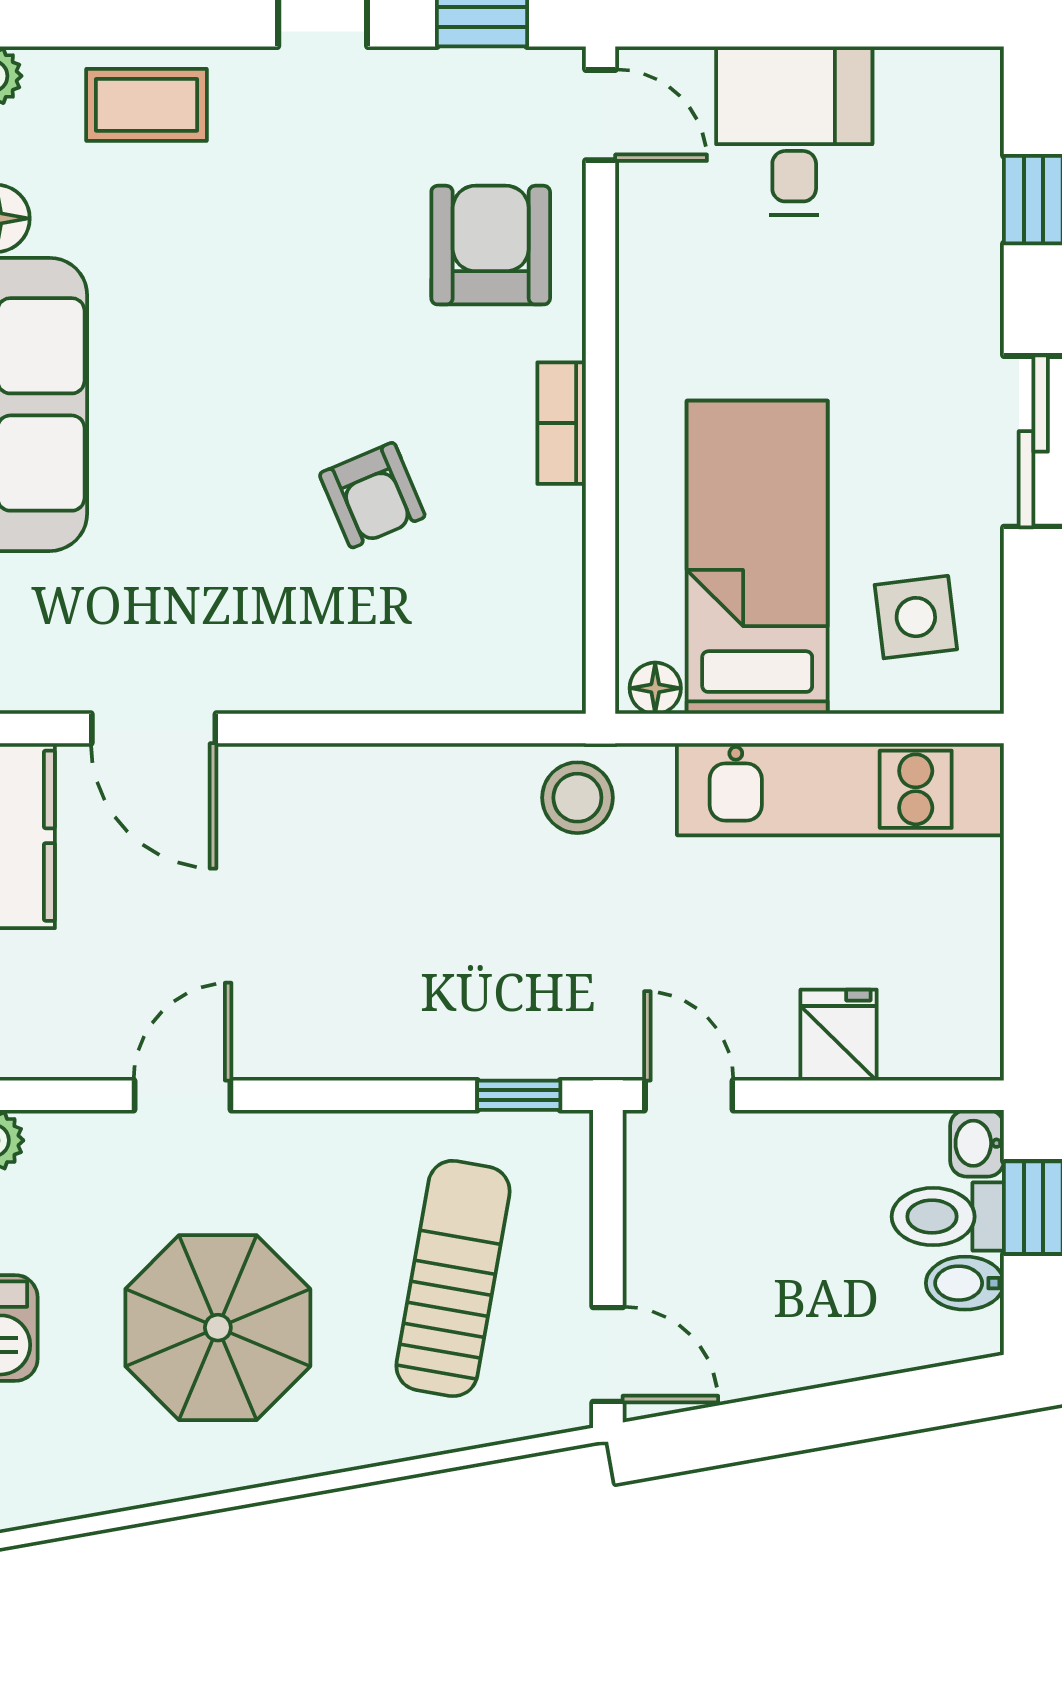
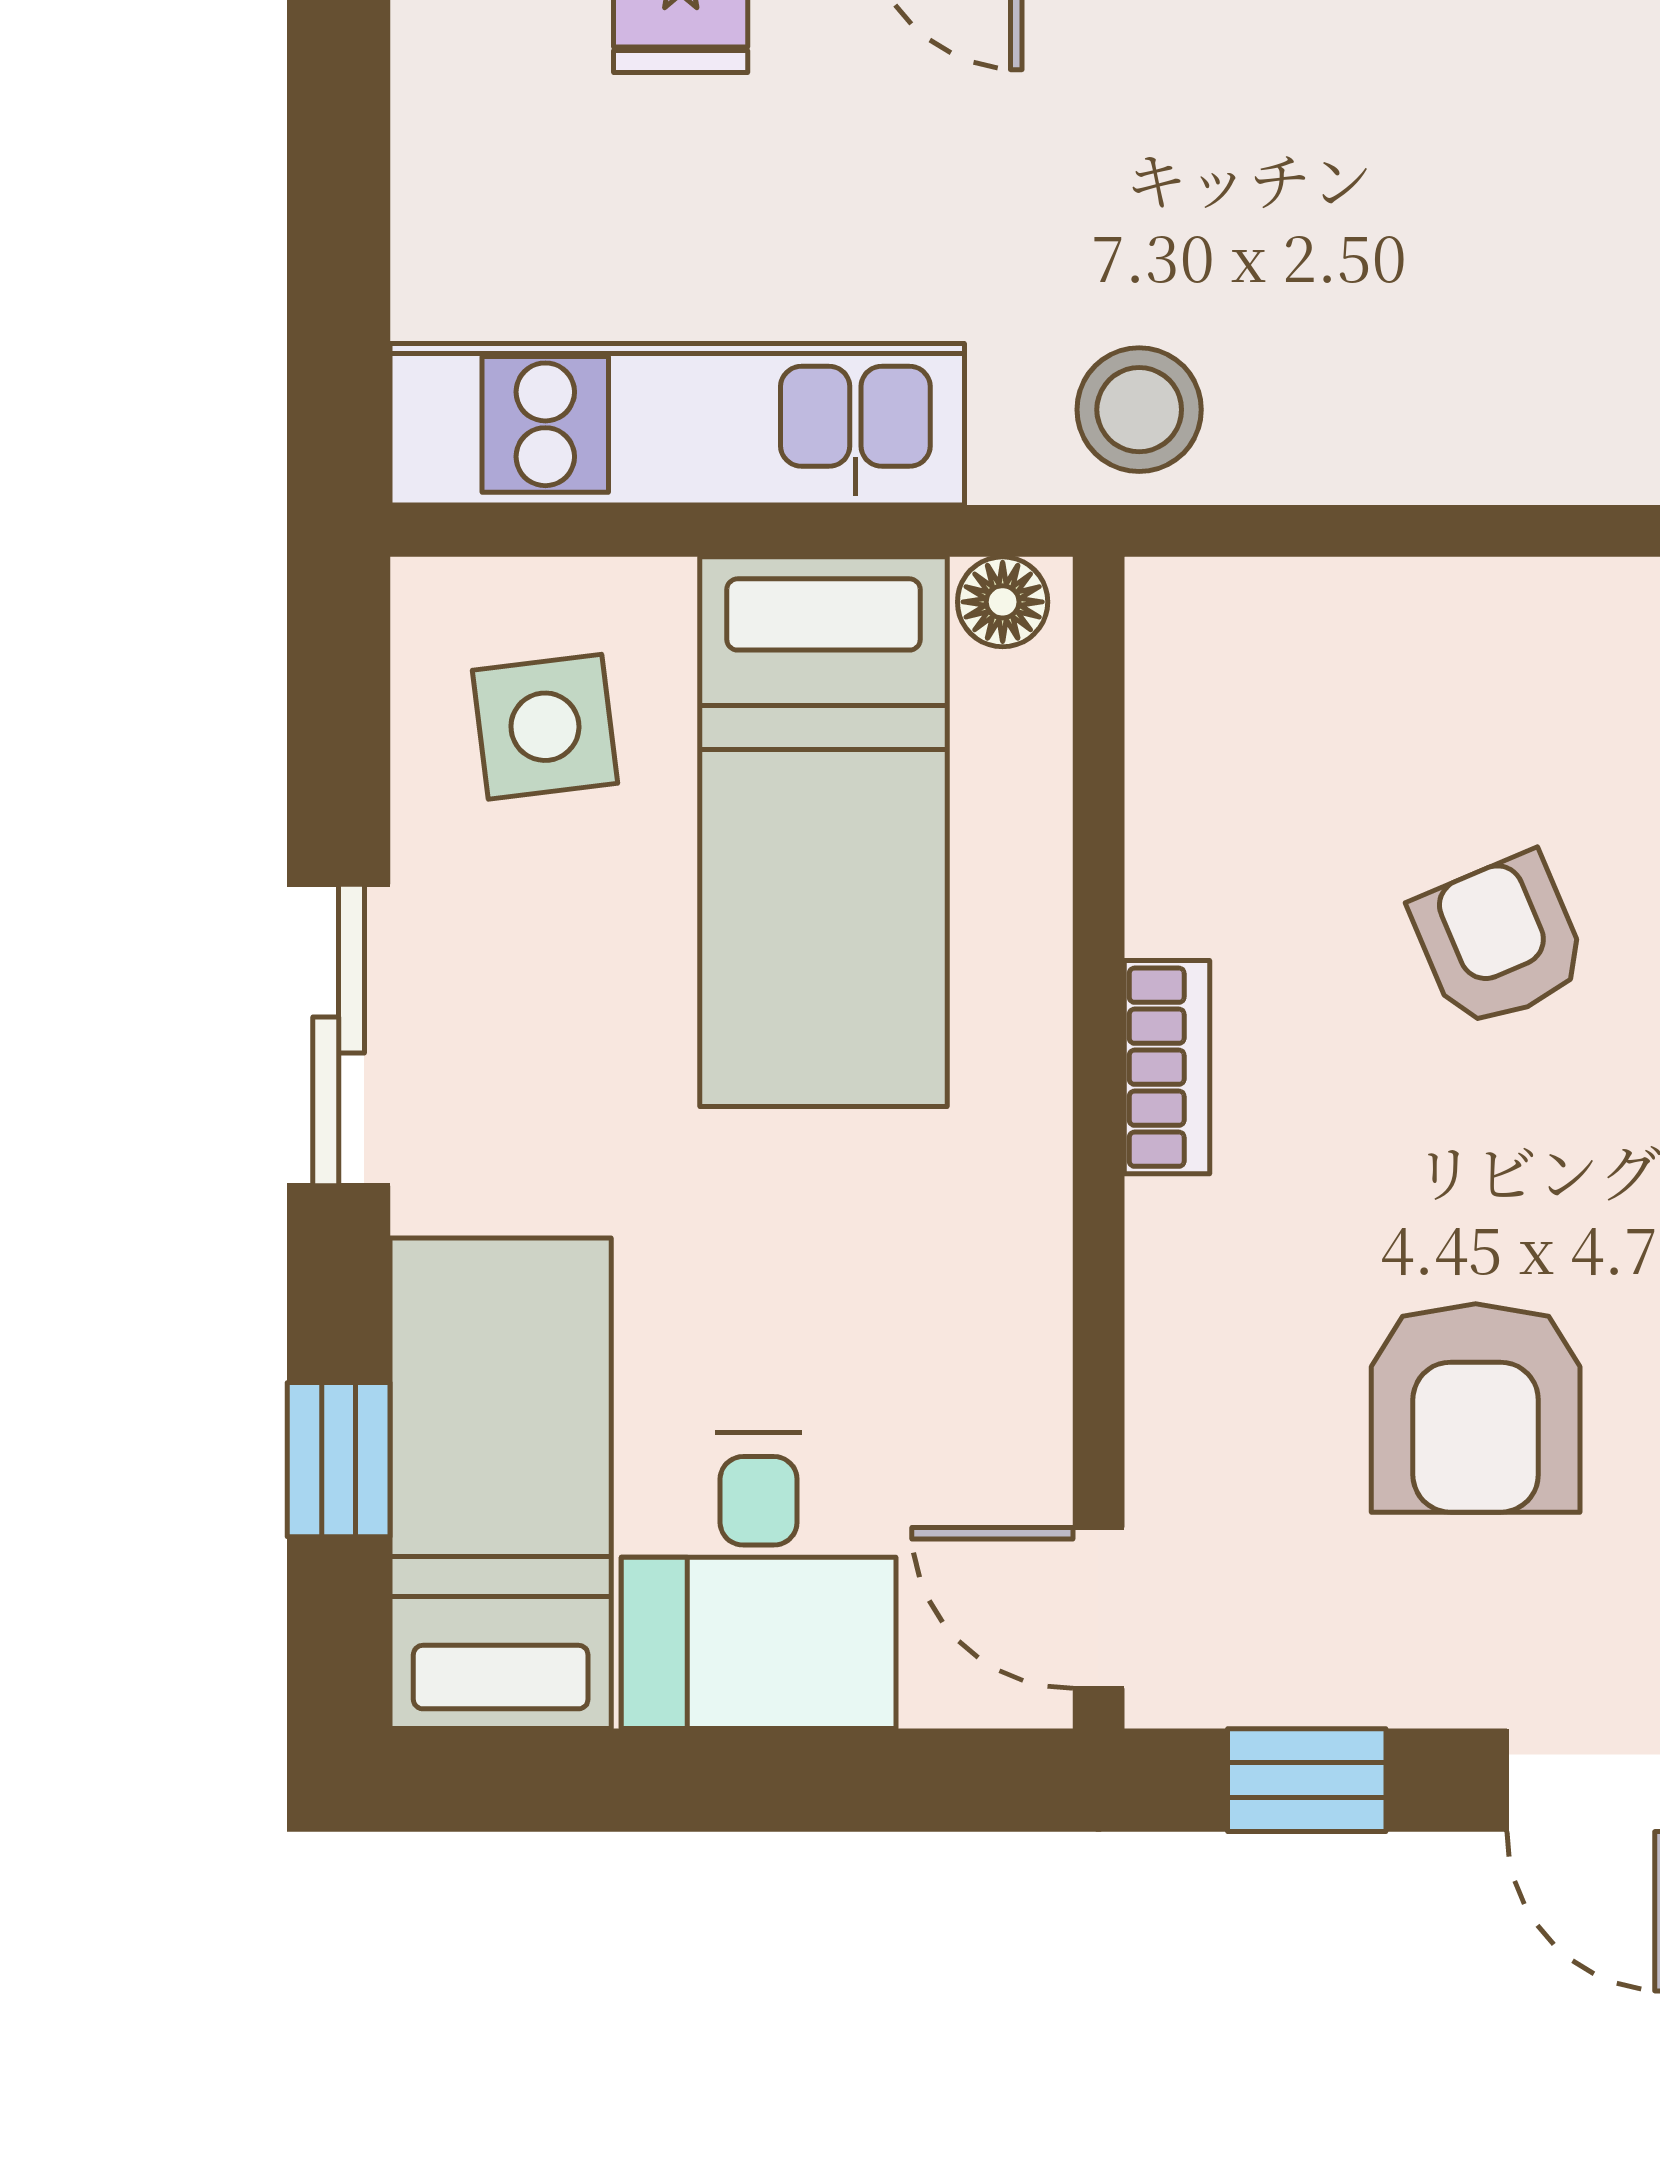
bed: (941, 186) -> (501, 1483), added
armchair: (491, 245) -> (1476, 1408), moved

